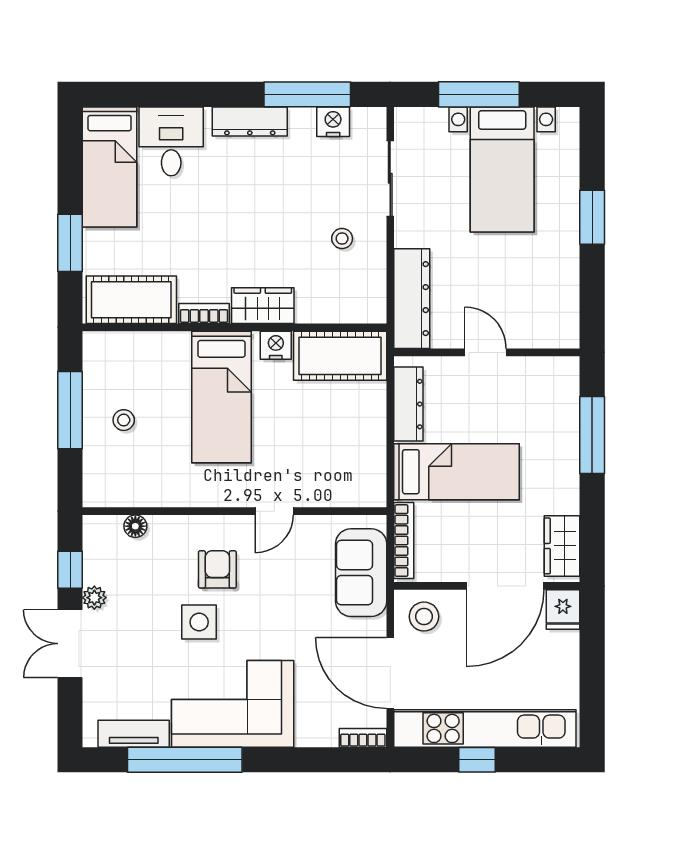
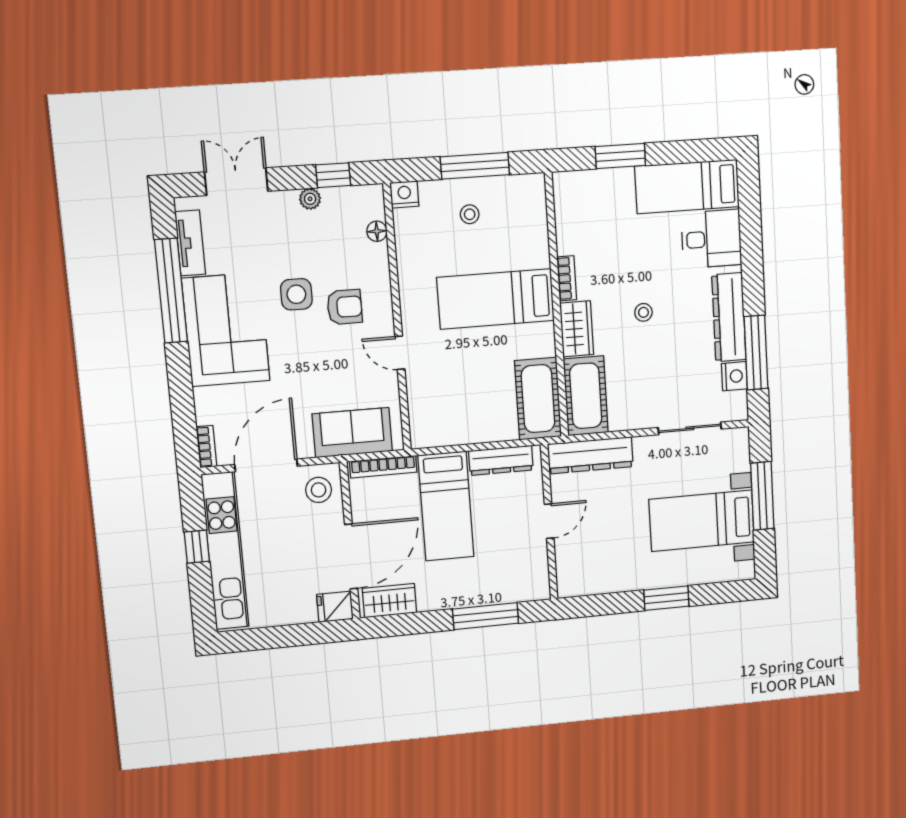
dresser: (250, 121) -> (729, 317), width x1.37, depth x1.24
stool: (342, 238) -> (643, 312), moved
cot: (131, 300) -> (586, 396), moved
nightstand: (276, 345) -> (404, 194), moved, turned -90
door: (505, 586) -> (351, 557), swing flipped
double door: (70, 644) -> (236, 182), moved

